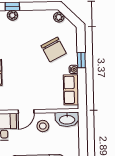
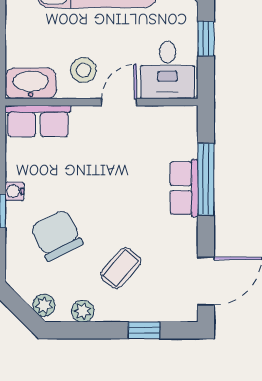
plant: (12, 15) -> (83, 311), moved
coffee table: (24, 35) -> (121, 268), added
row of seats: (71, 90) -> (38, 121), moved, turned 90

